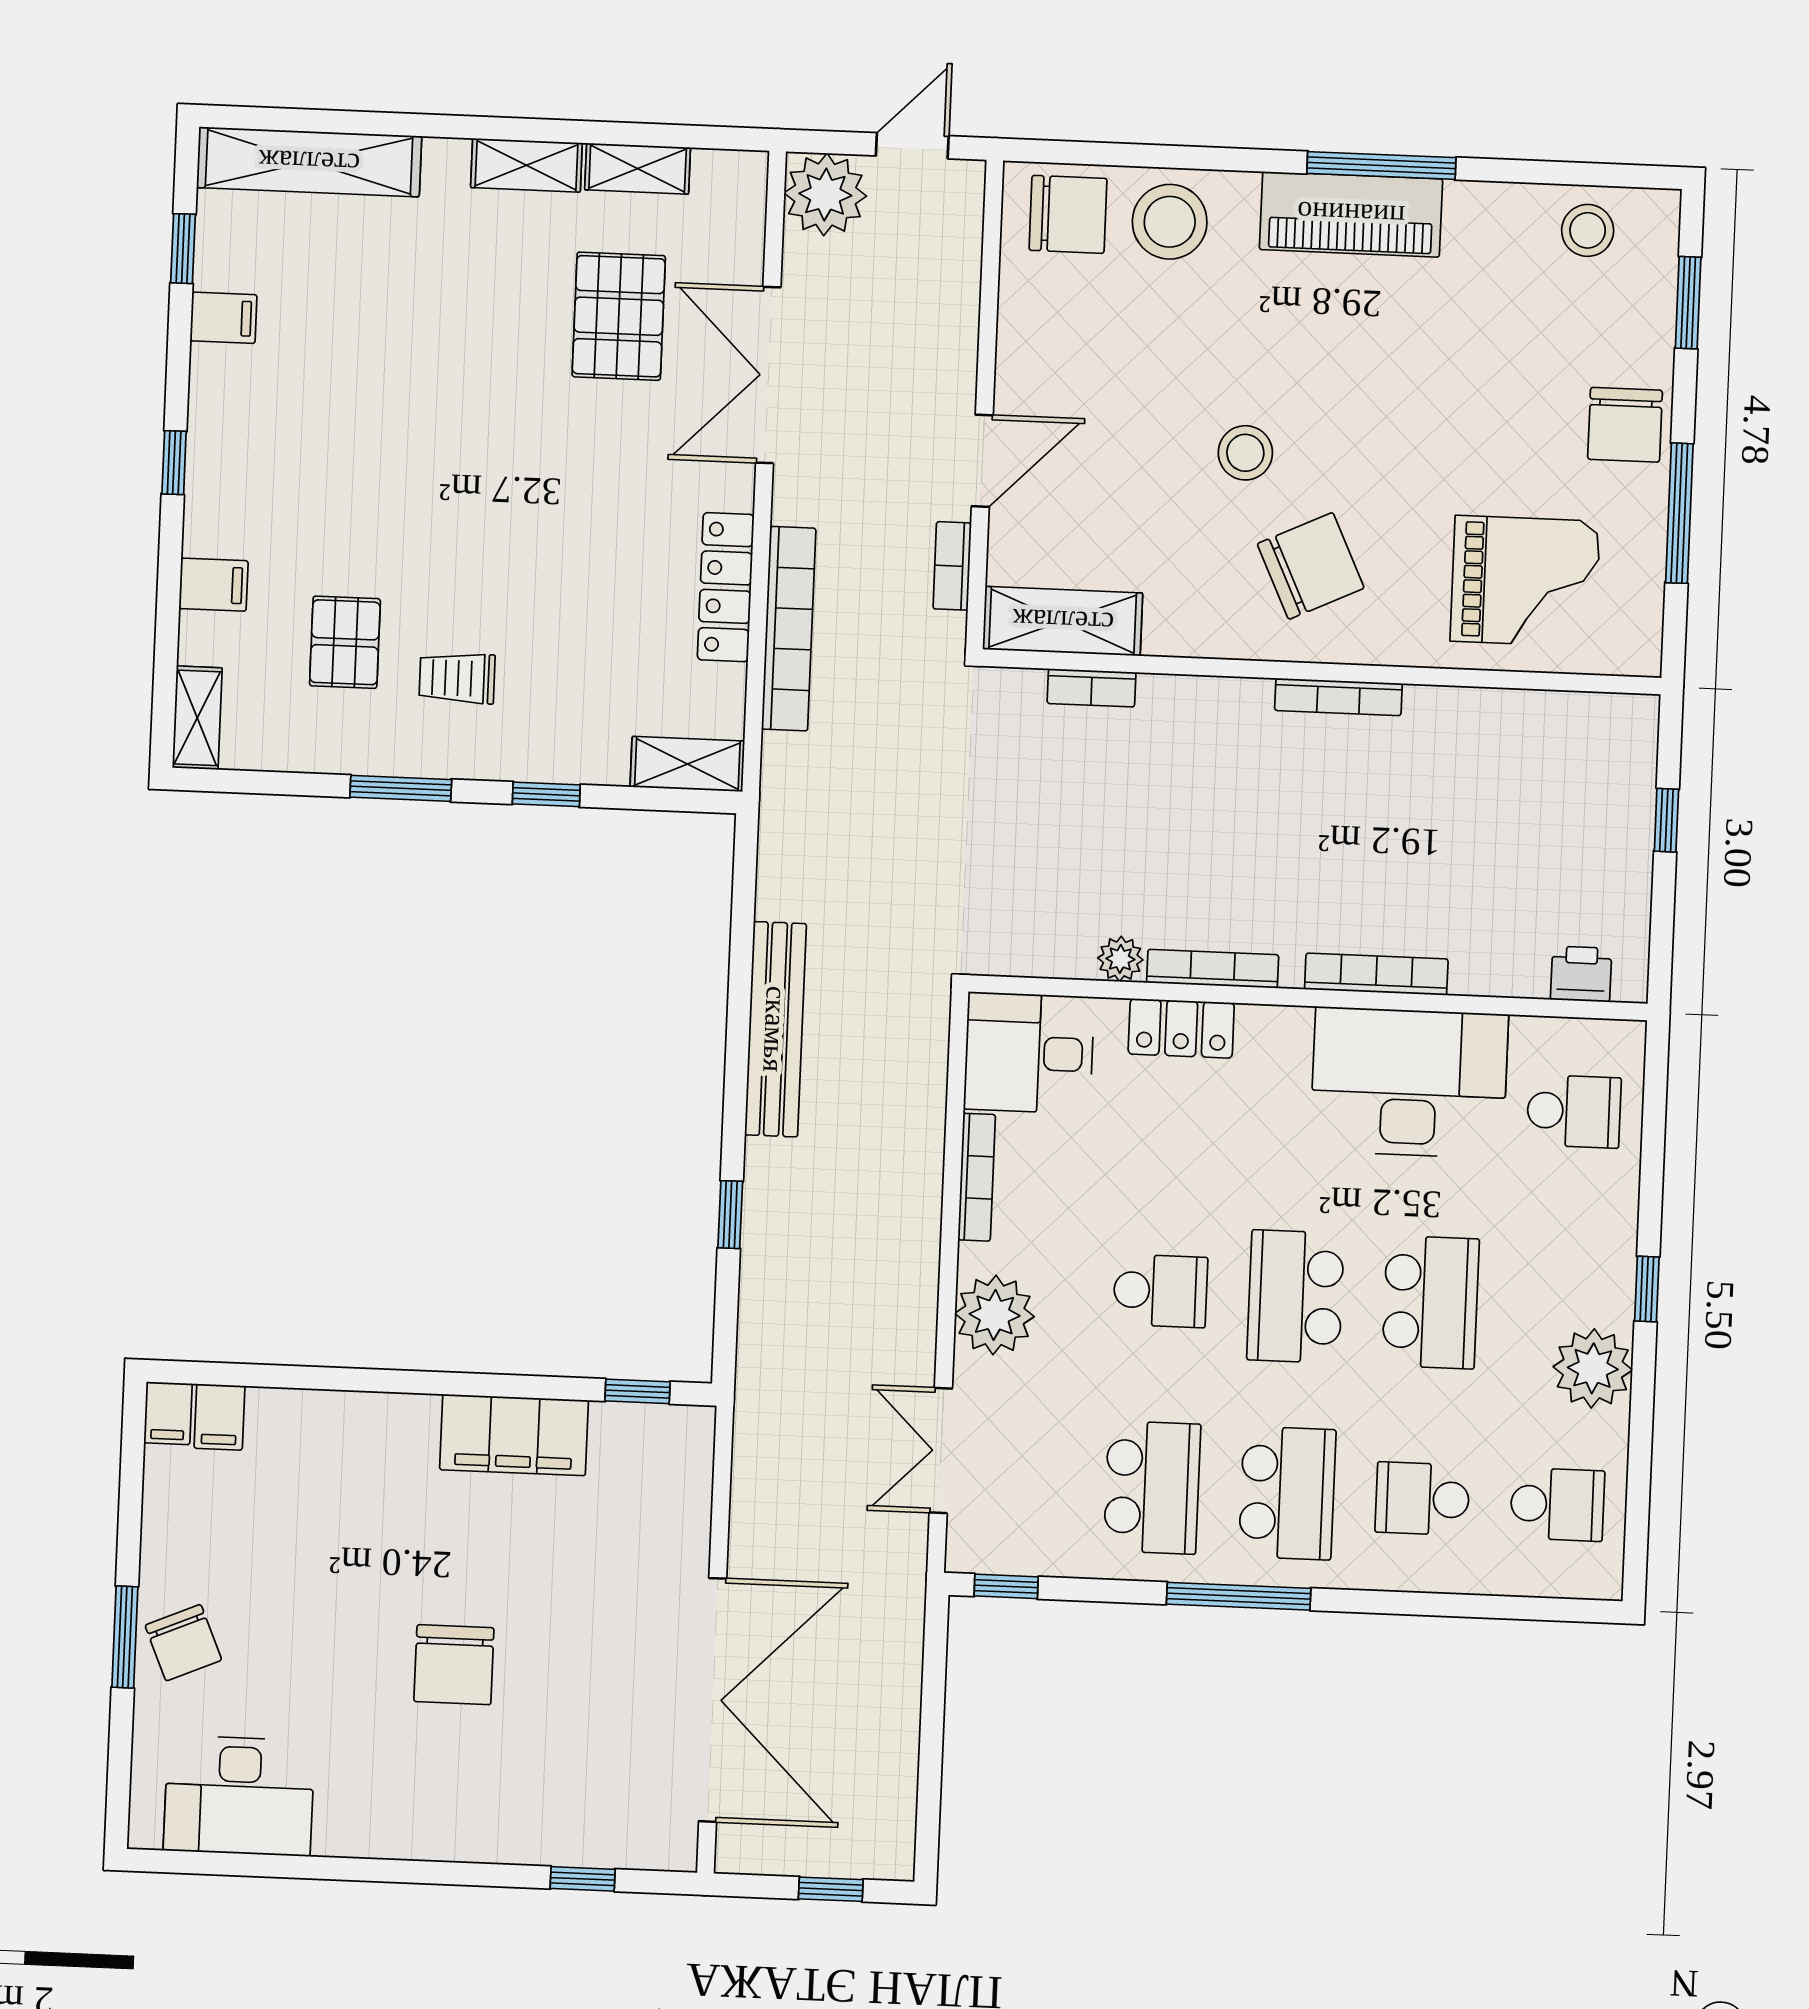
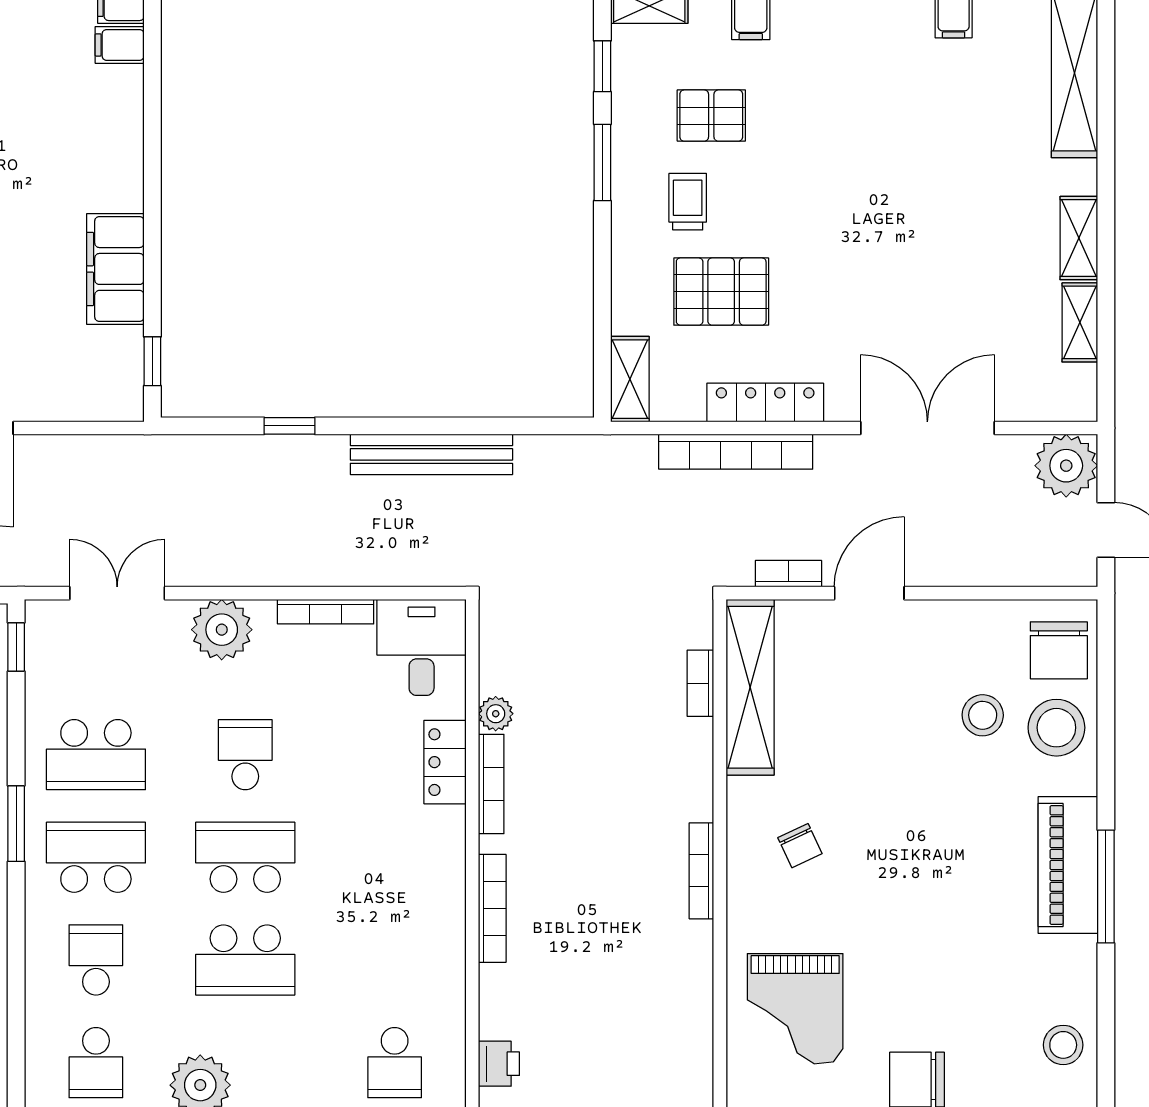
pallet: (619, 316) -> (721, 292), moved
stool: (1245, 453) -> (983, 715), moved
door: (982, 461) -> (869, 593), swing flipped
chair: (1311, 566) -> (800, 846), width x0.54, depth x0.54
shelving: (1063, 621) -> (750, 687), width x1.47
window: (546, 794) -> (602, 66), moved
desk: (1409, 1083) -> (411, 937), removed
school desk: (1160, 1291) -> (245, 755), turned 180
school desk: (1287, 1493) -> (96, 857), turned 180
window: (1239, 1596) -> (16, 824), width x0.69

